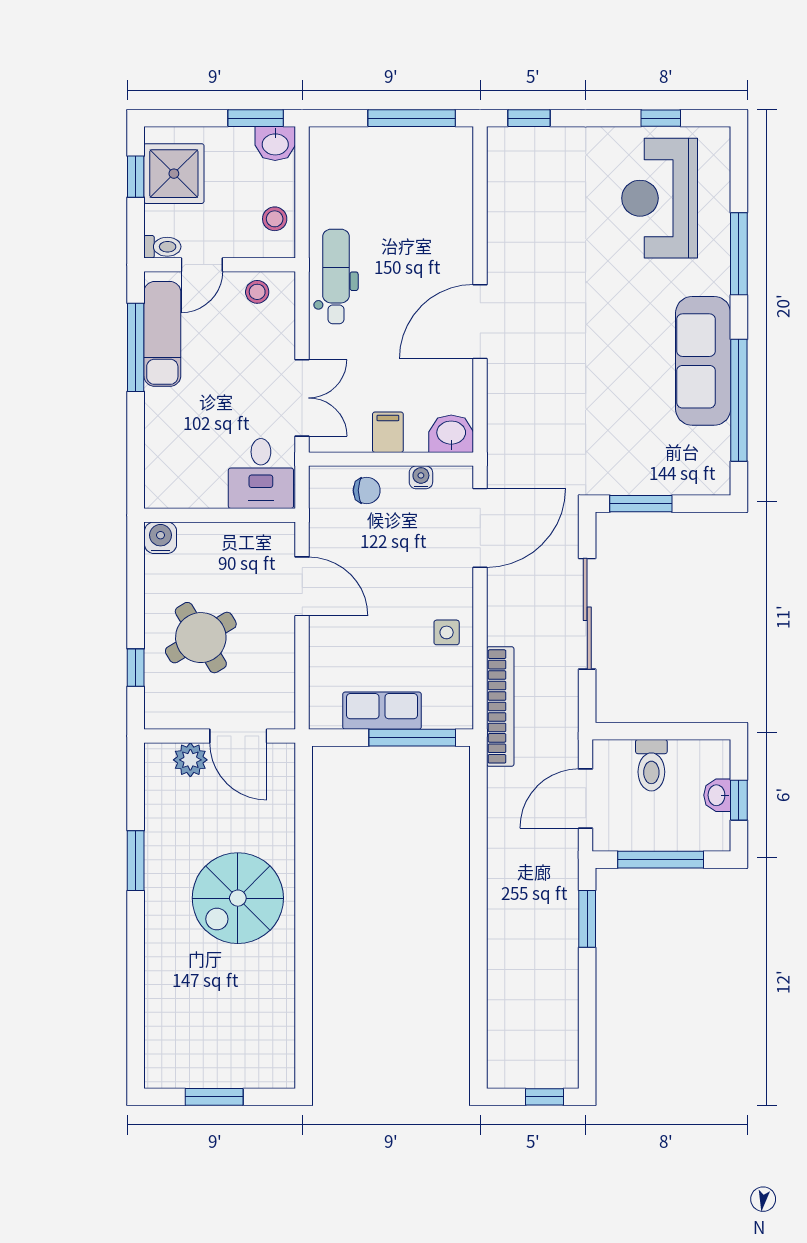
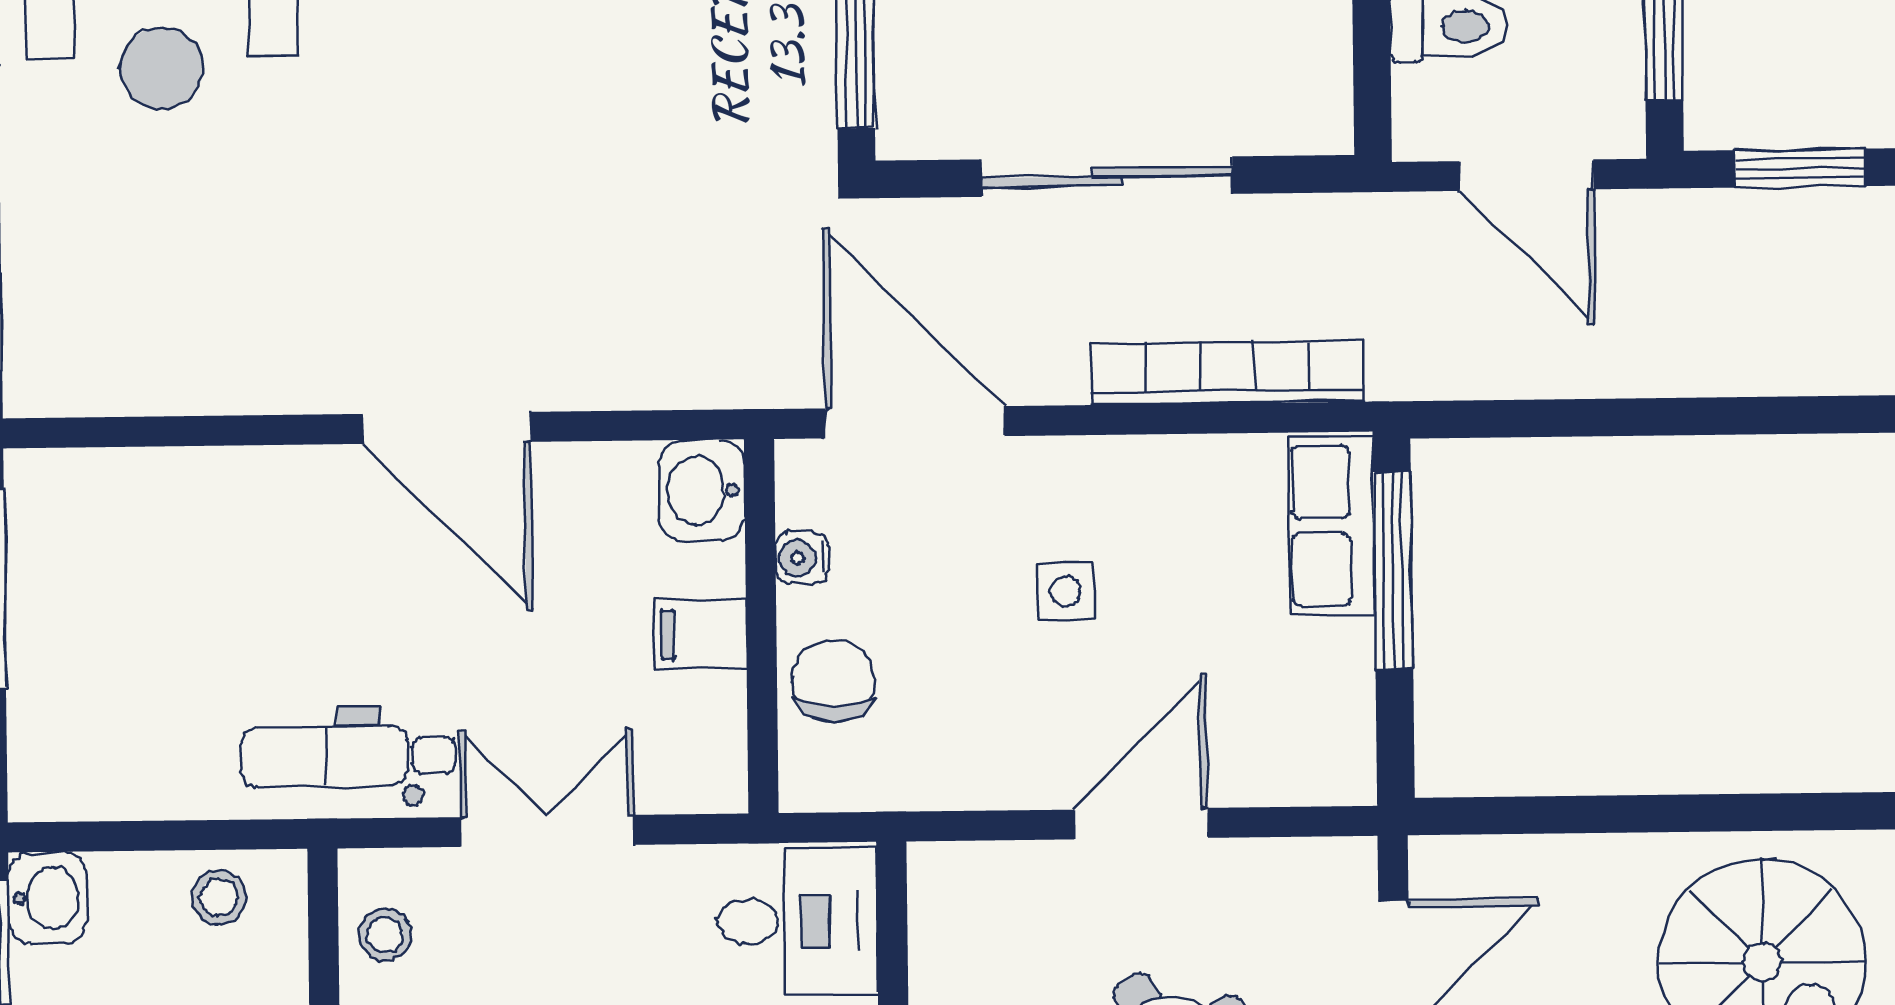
double door: (302, 398) -> (547, 831), moved
chair: (367, 490) -> (833, 681), width x1.37, depth x1.37
door: (302, 586) -> (1141, 824), moved
side table: (447, 632) -> (1066, 591), moved
bookcase: (500, 706) -> (1228, 372), moved
row of seats: (382, 711) -> (1331, 526), moved

